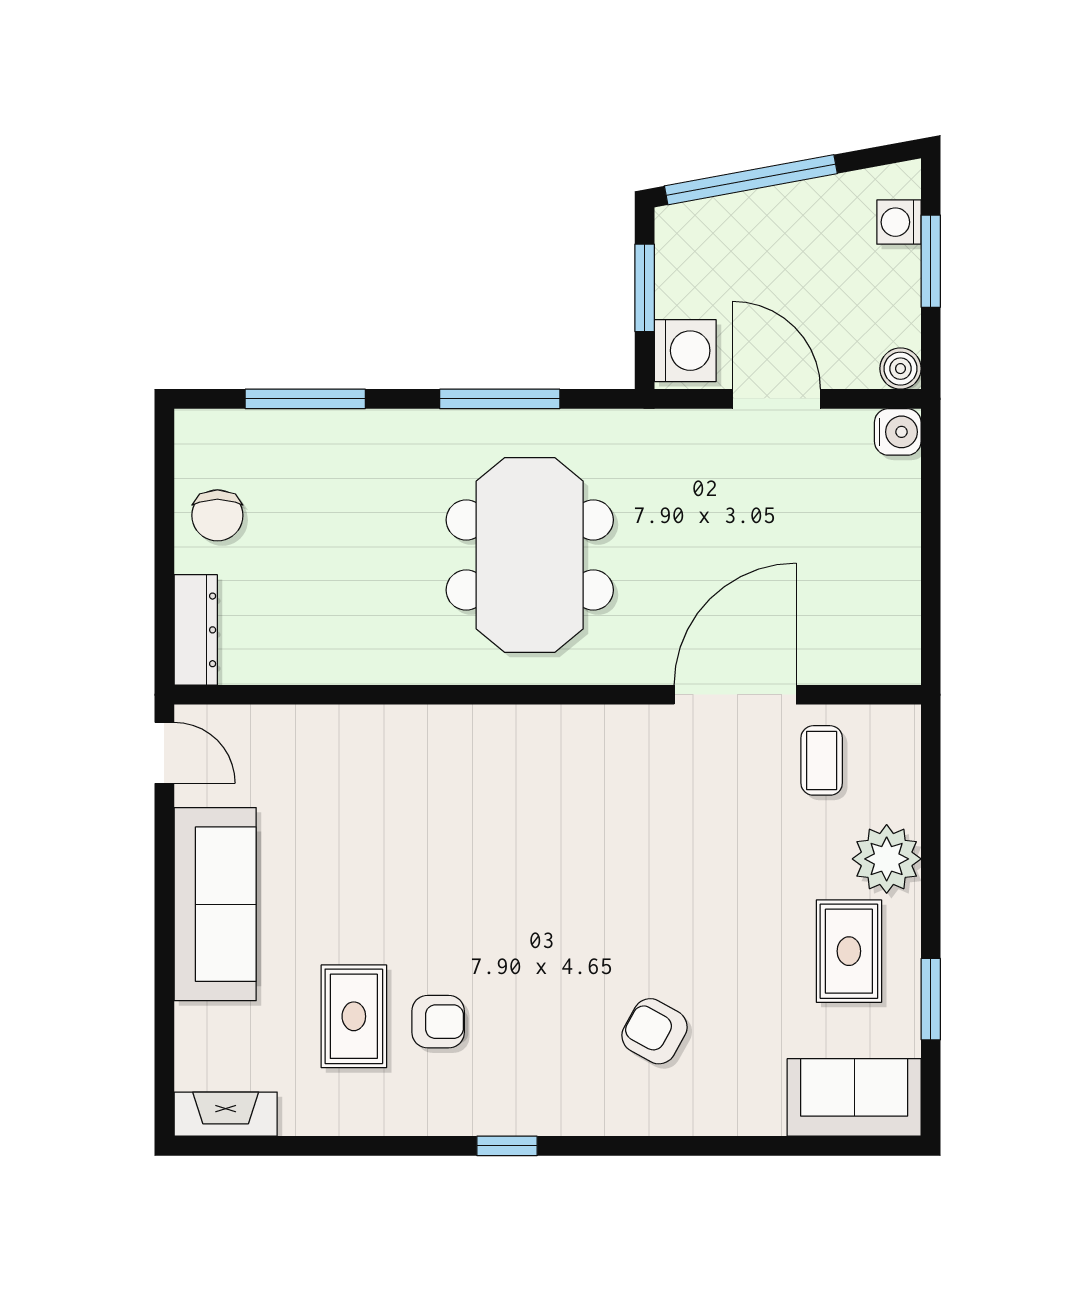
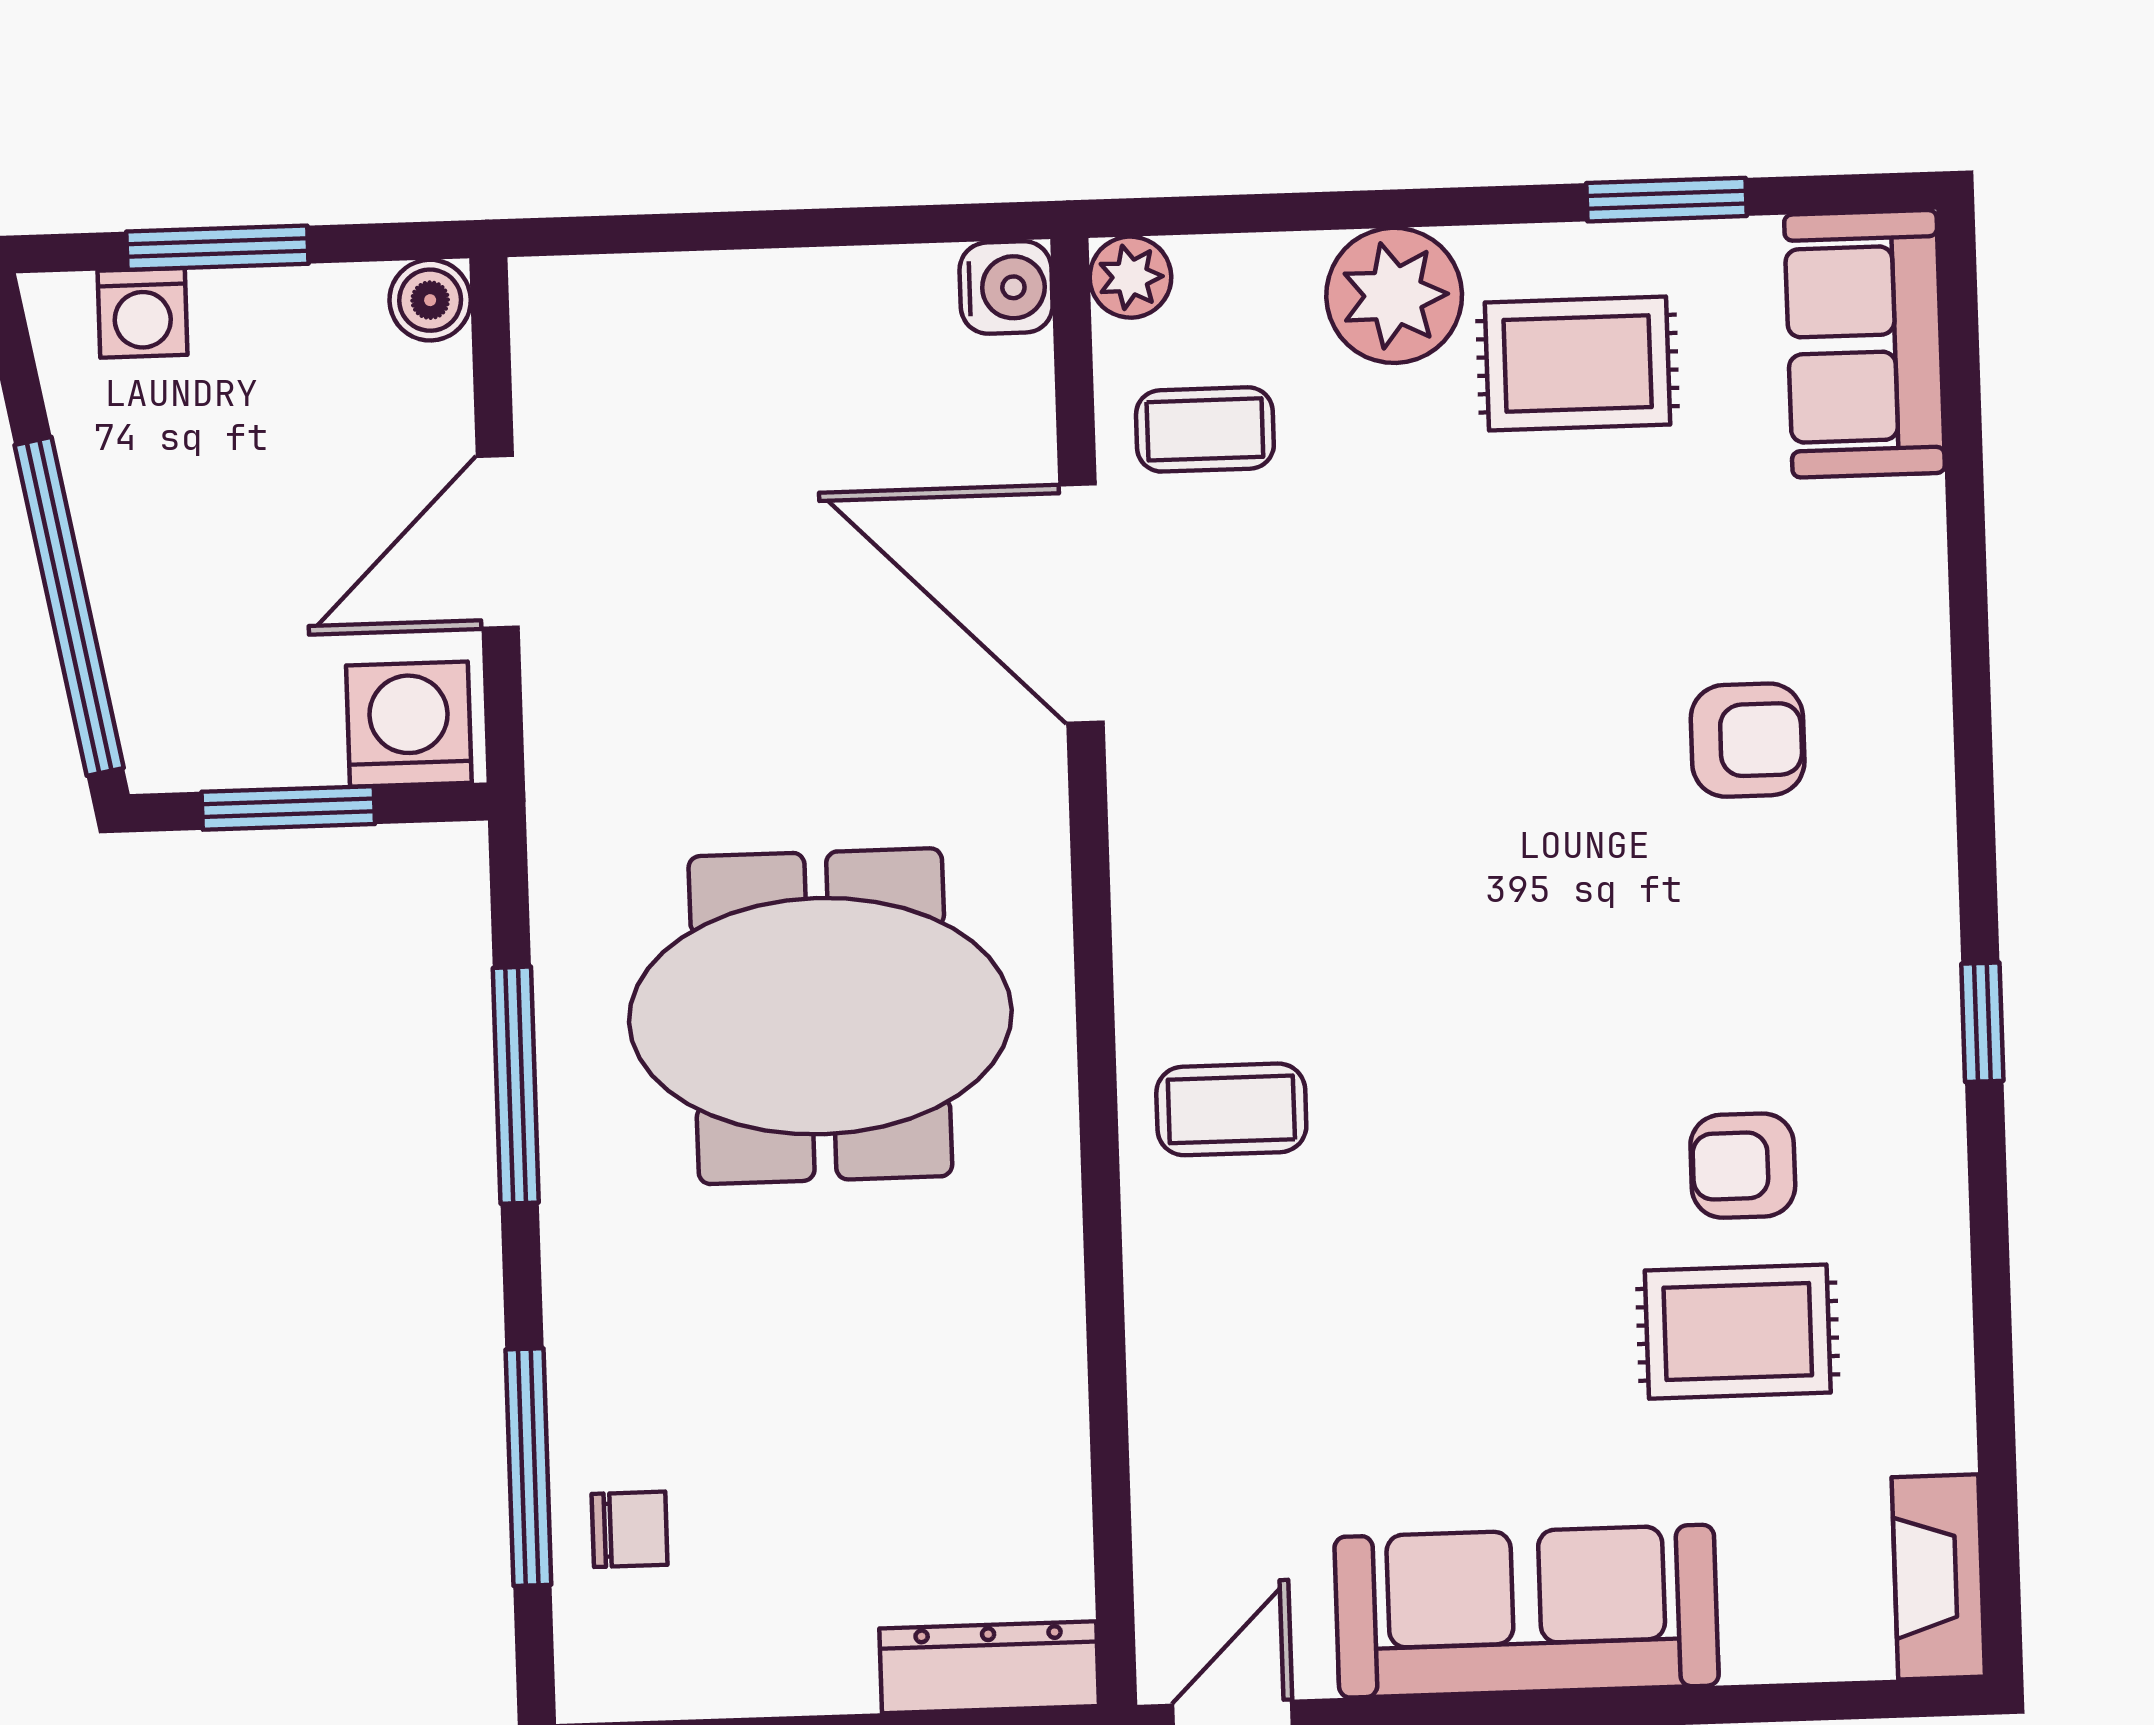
water cooler: (898, 432) -> (1006, 288), moved, turned 90
chair: (217, 515) -> (630, 1529), moved, width x0.73, depth x0.73
plant: (900, 725) -> (1130, 277), added
coffee table: (475, 762) -> (1231, 1109), added
armchair: (438, 1022) -> (1743, 1166), turned -90
armchair: (654, 1031) -> (1748, 740), turned -119

